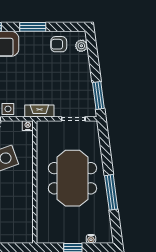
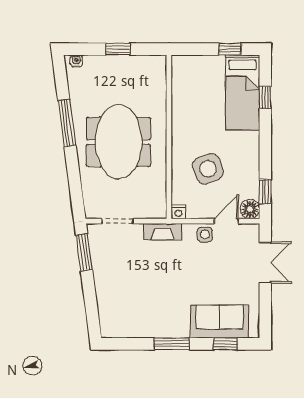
armchair: (59, 44) -> (137, 321), removed
plant: (81, 46) -> (107, 319), removed
water cooler: (91, 239) -> (76, 61), moved

